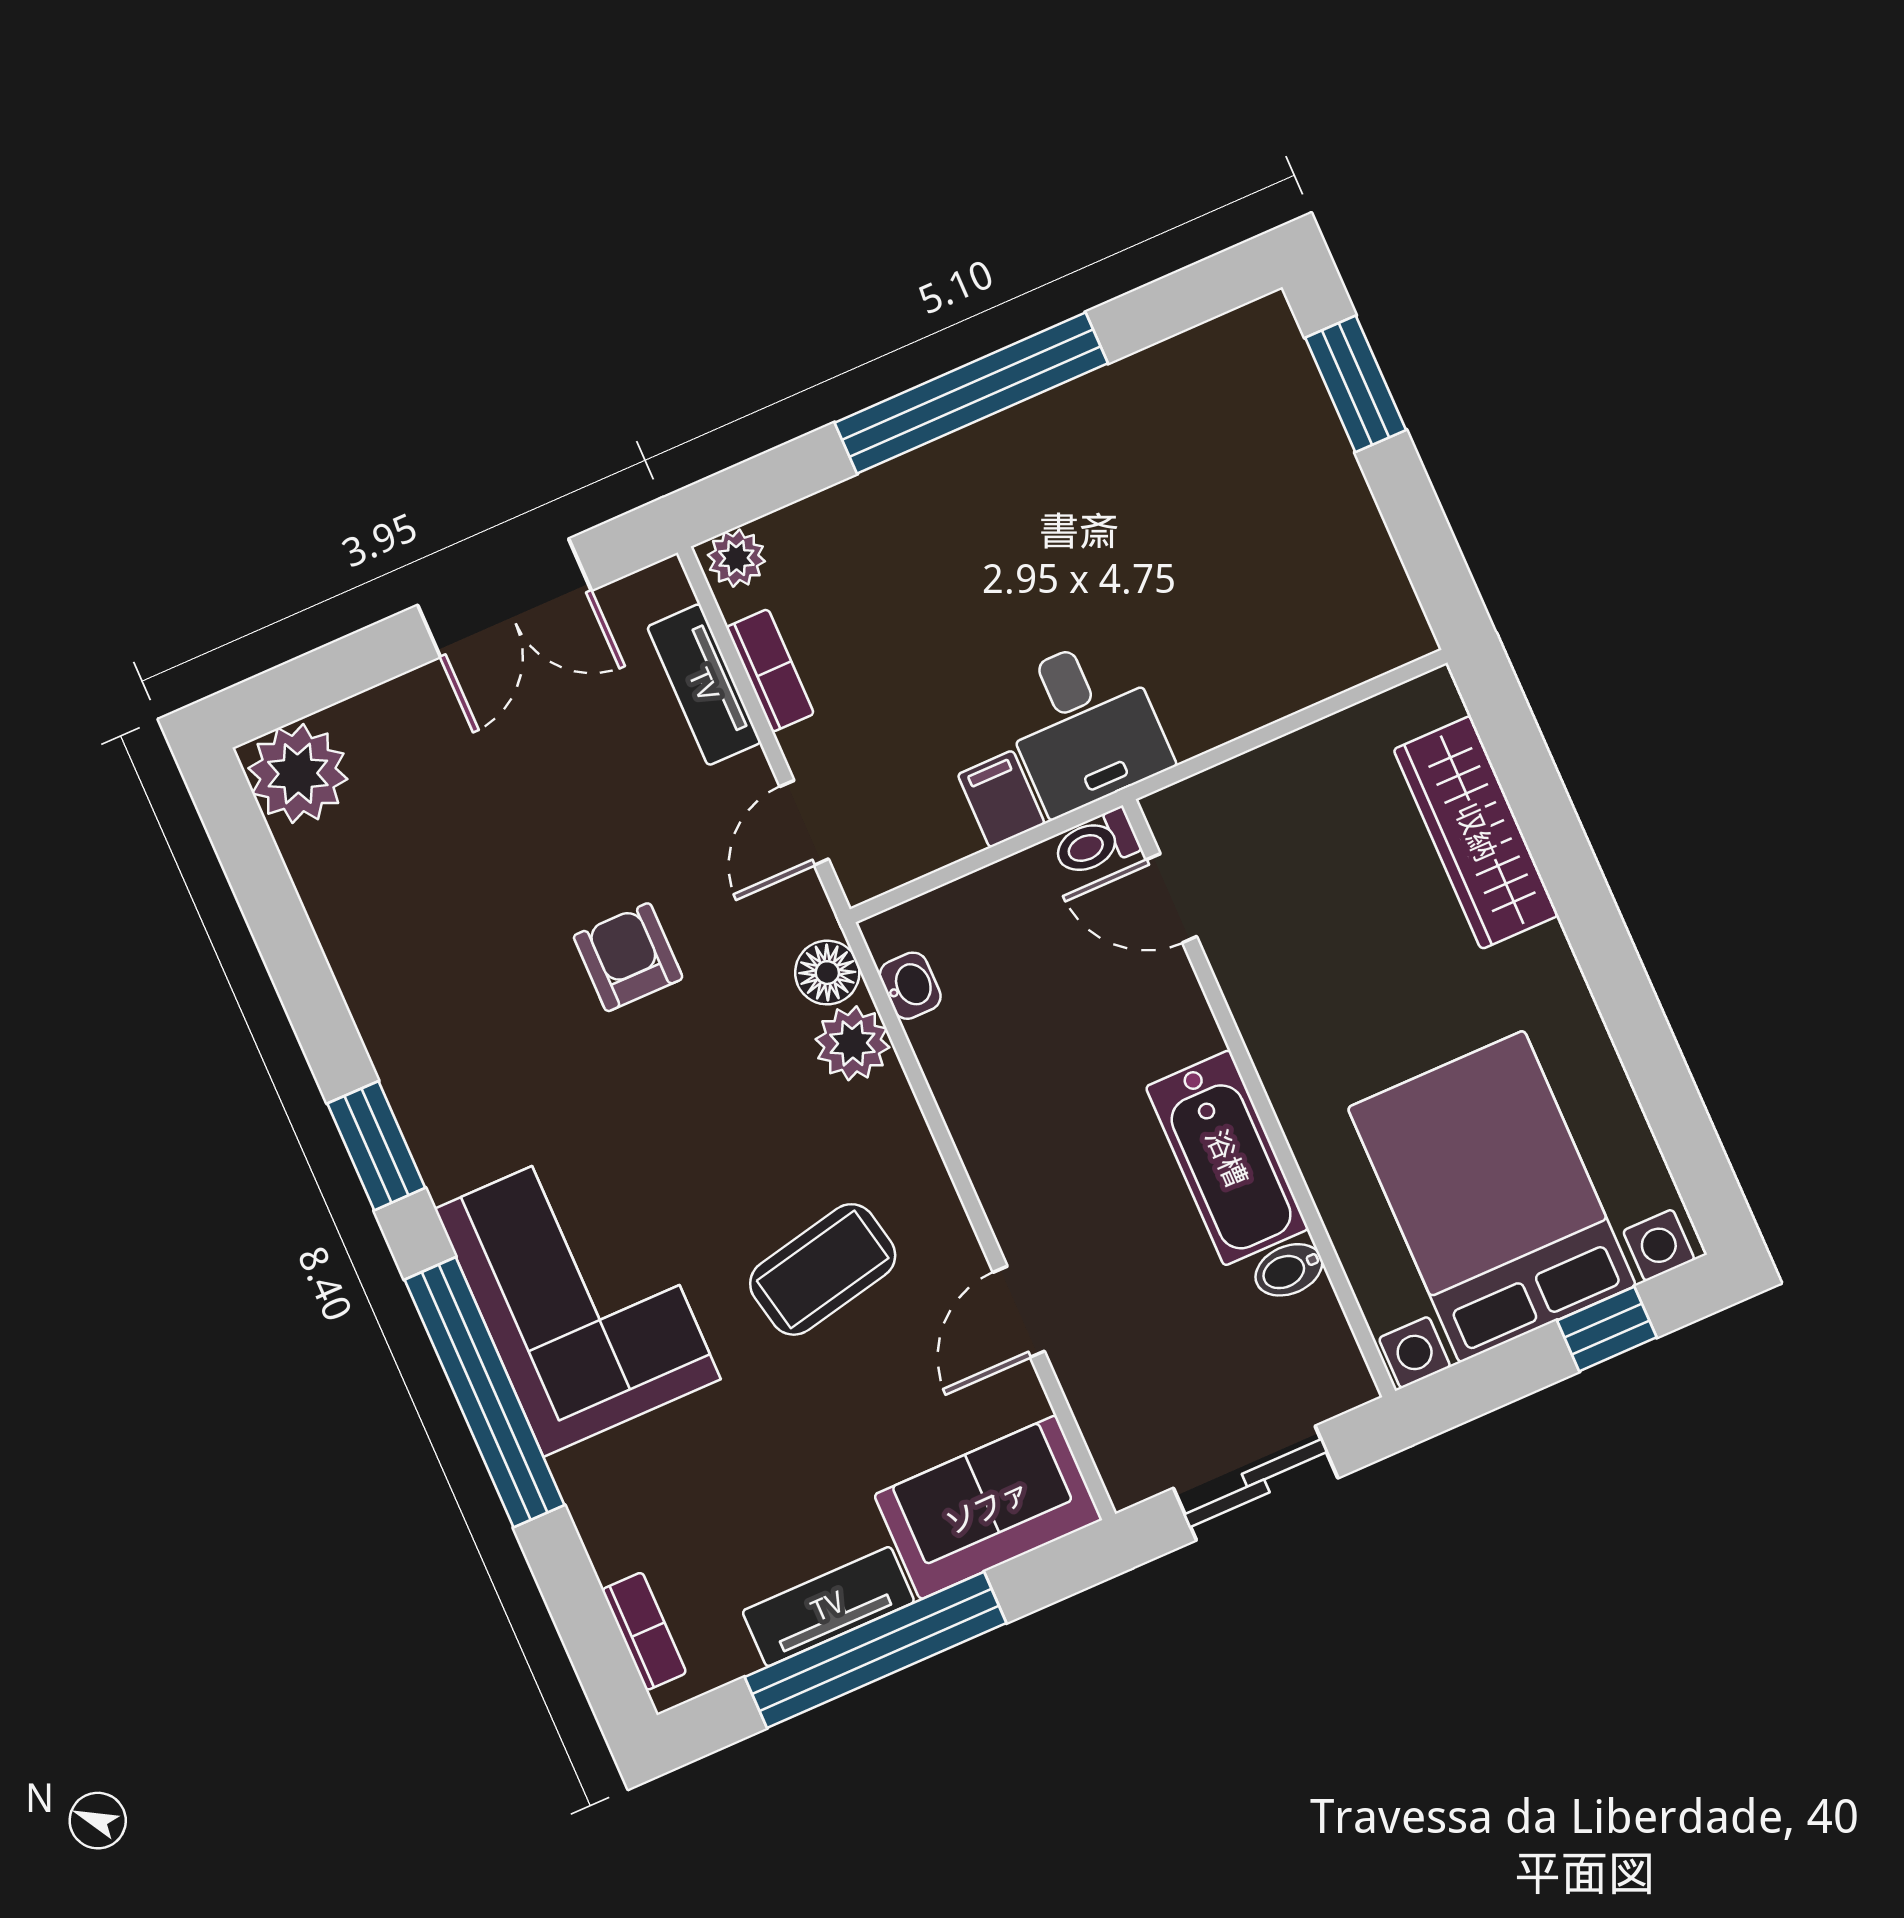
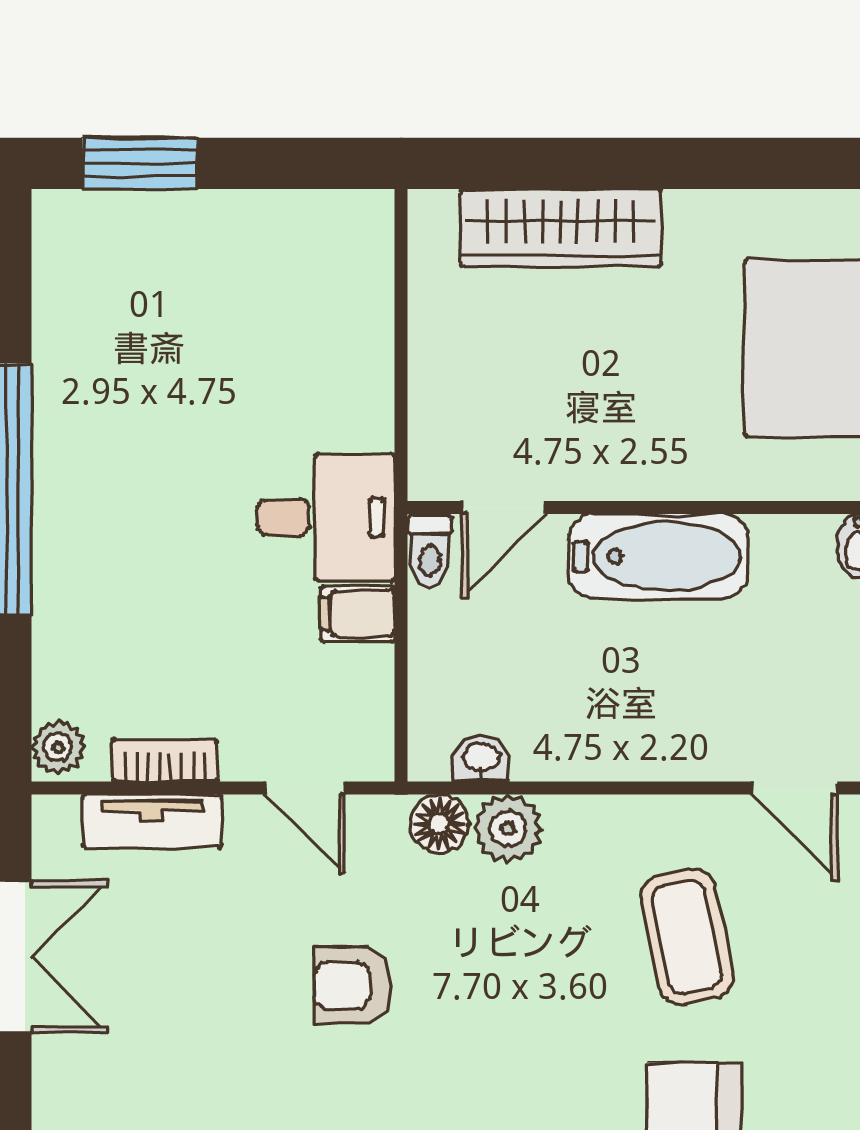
bathtub: (1227, 1158) -> (658, 556), moved

